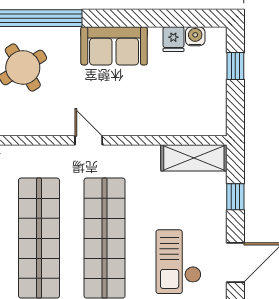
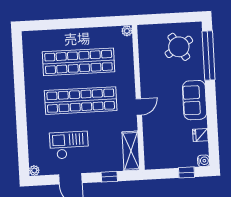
water cooler: (195, 36) -> (203, 161), moved
door: (89, 140) -> (139, 107), moved

